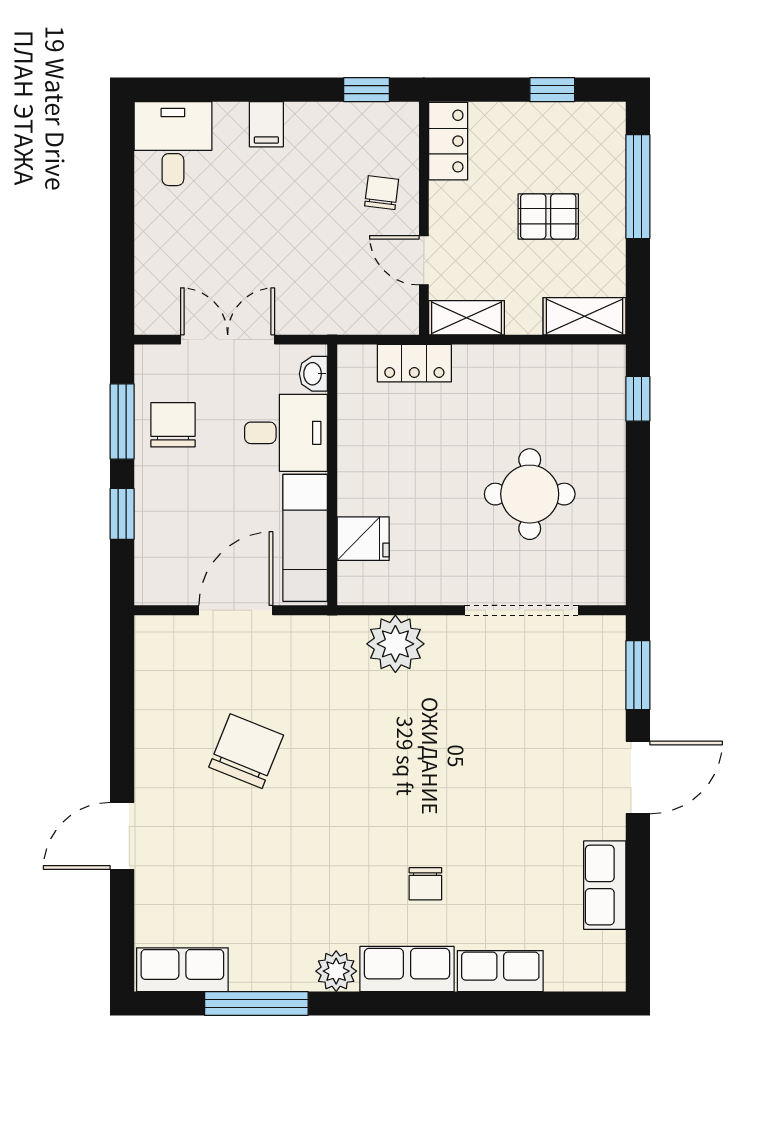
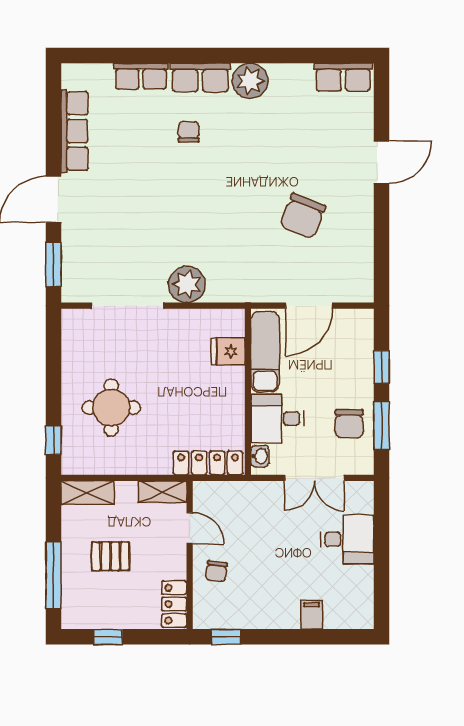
filing cabinet: (266, 124) -> (312, 615), moved
desk: (173, 144) -> (347, 539), moved, turned -90
locker: (414, 363) -> (208, 463), width x1.53
round table: (530, 494) -> (111, 408), moved
plant: (395, 644) -> (187, 284), moved
row of seats: (605, 885) -> (74, 131), width x1.48
plant: (336, 971) -> (250, 81), width x1.36, depth x1.36
window: (256, 1004) -> (296, 56), removed

